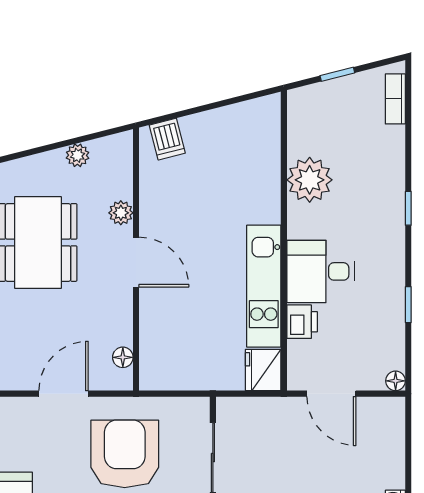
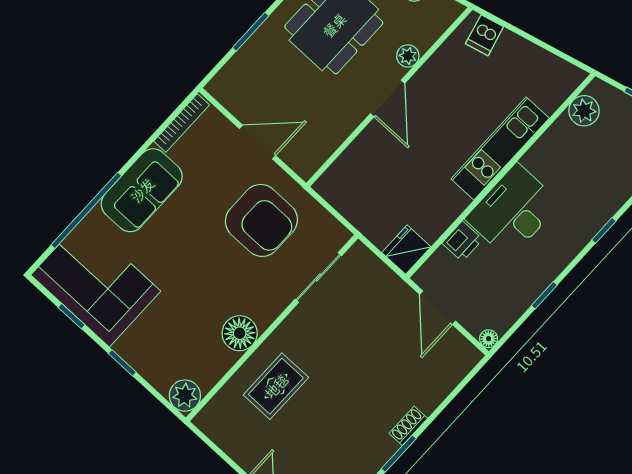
plant: (310, 180) -> (584, 111), moved, width x0.73, depth x0.73
desk: (321, 271) -> (513, 211), width x1.37
kitchen unit: (264, 286) -> (500, 149), moved
floor lamp: (123, 357) -> (320, 154), removed
armchair: (125, 454) -> (261, 220), turned 90

